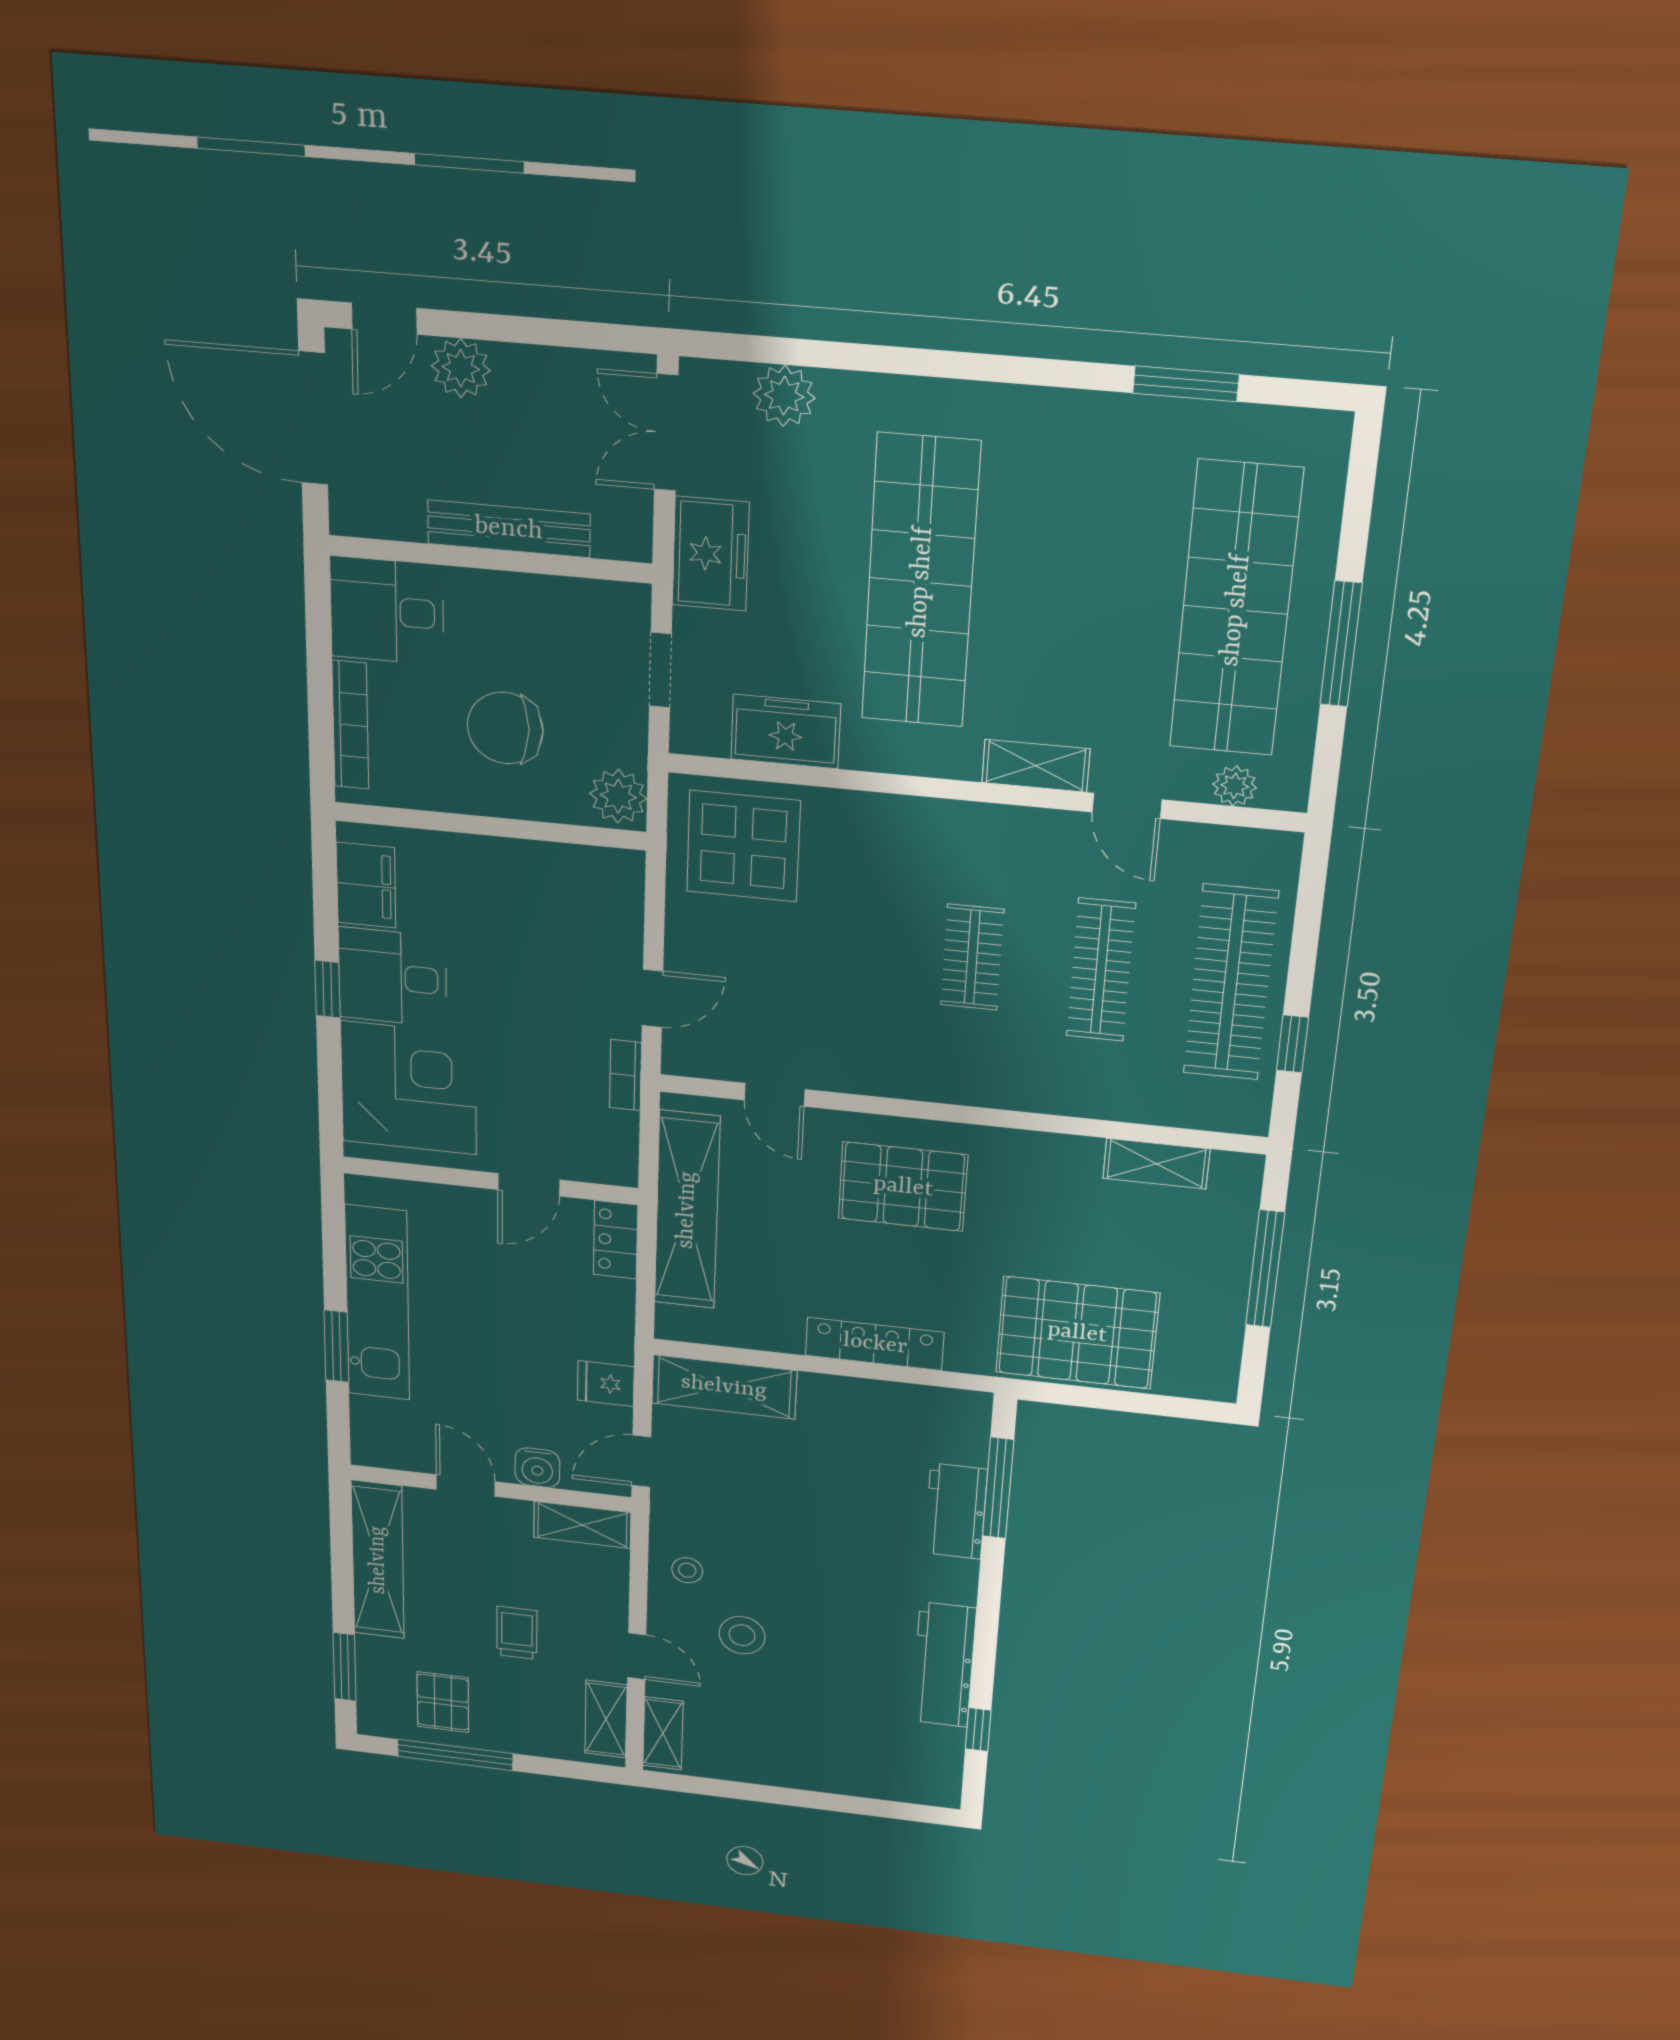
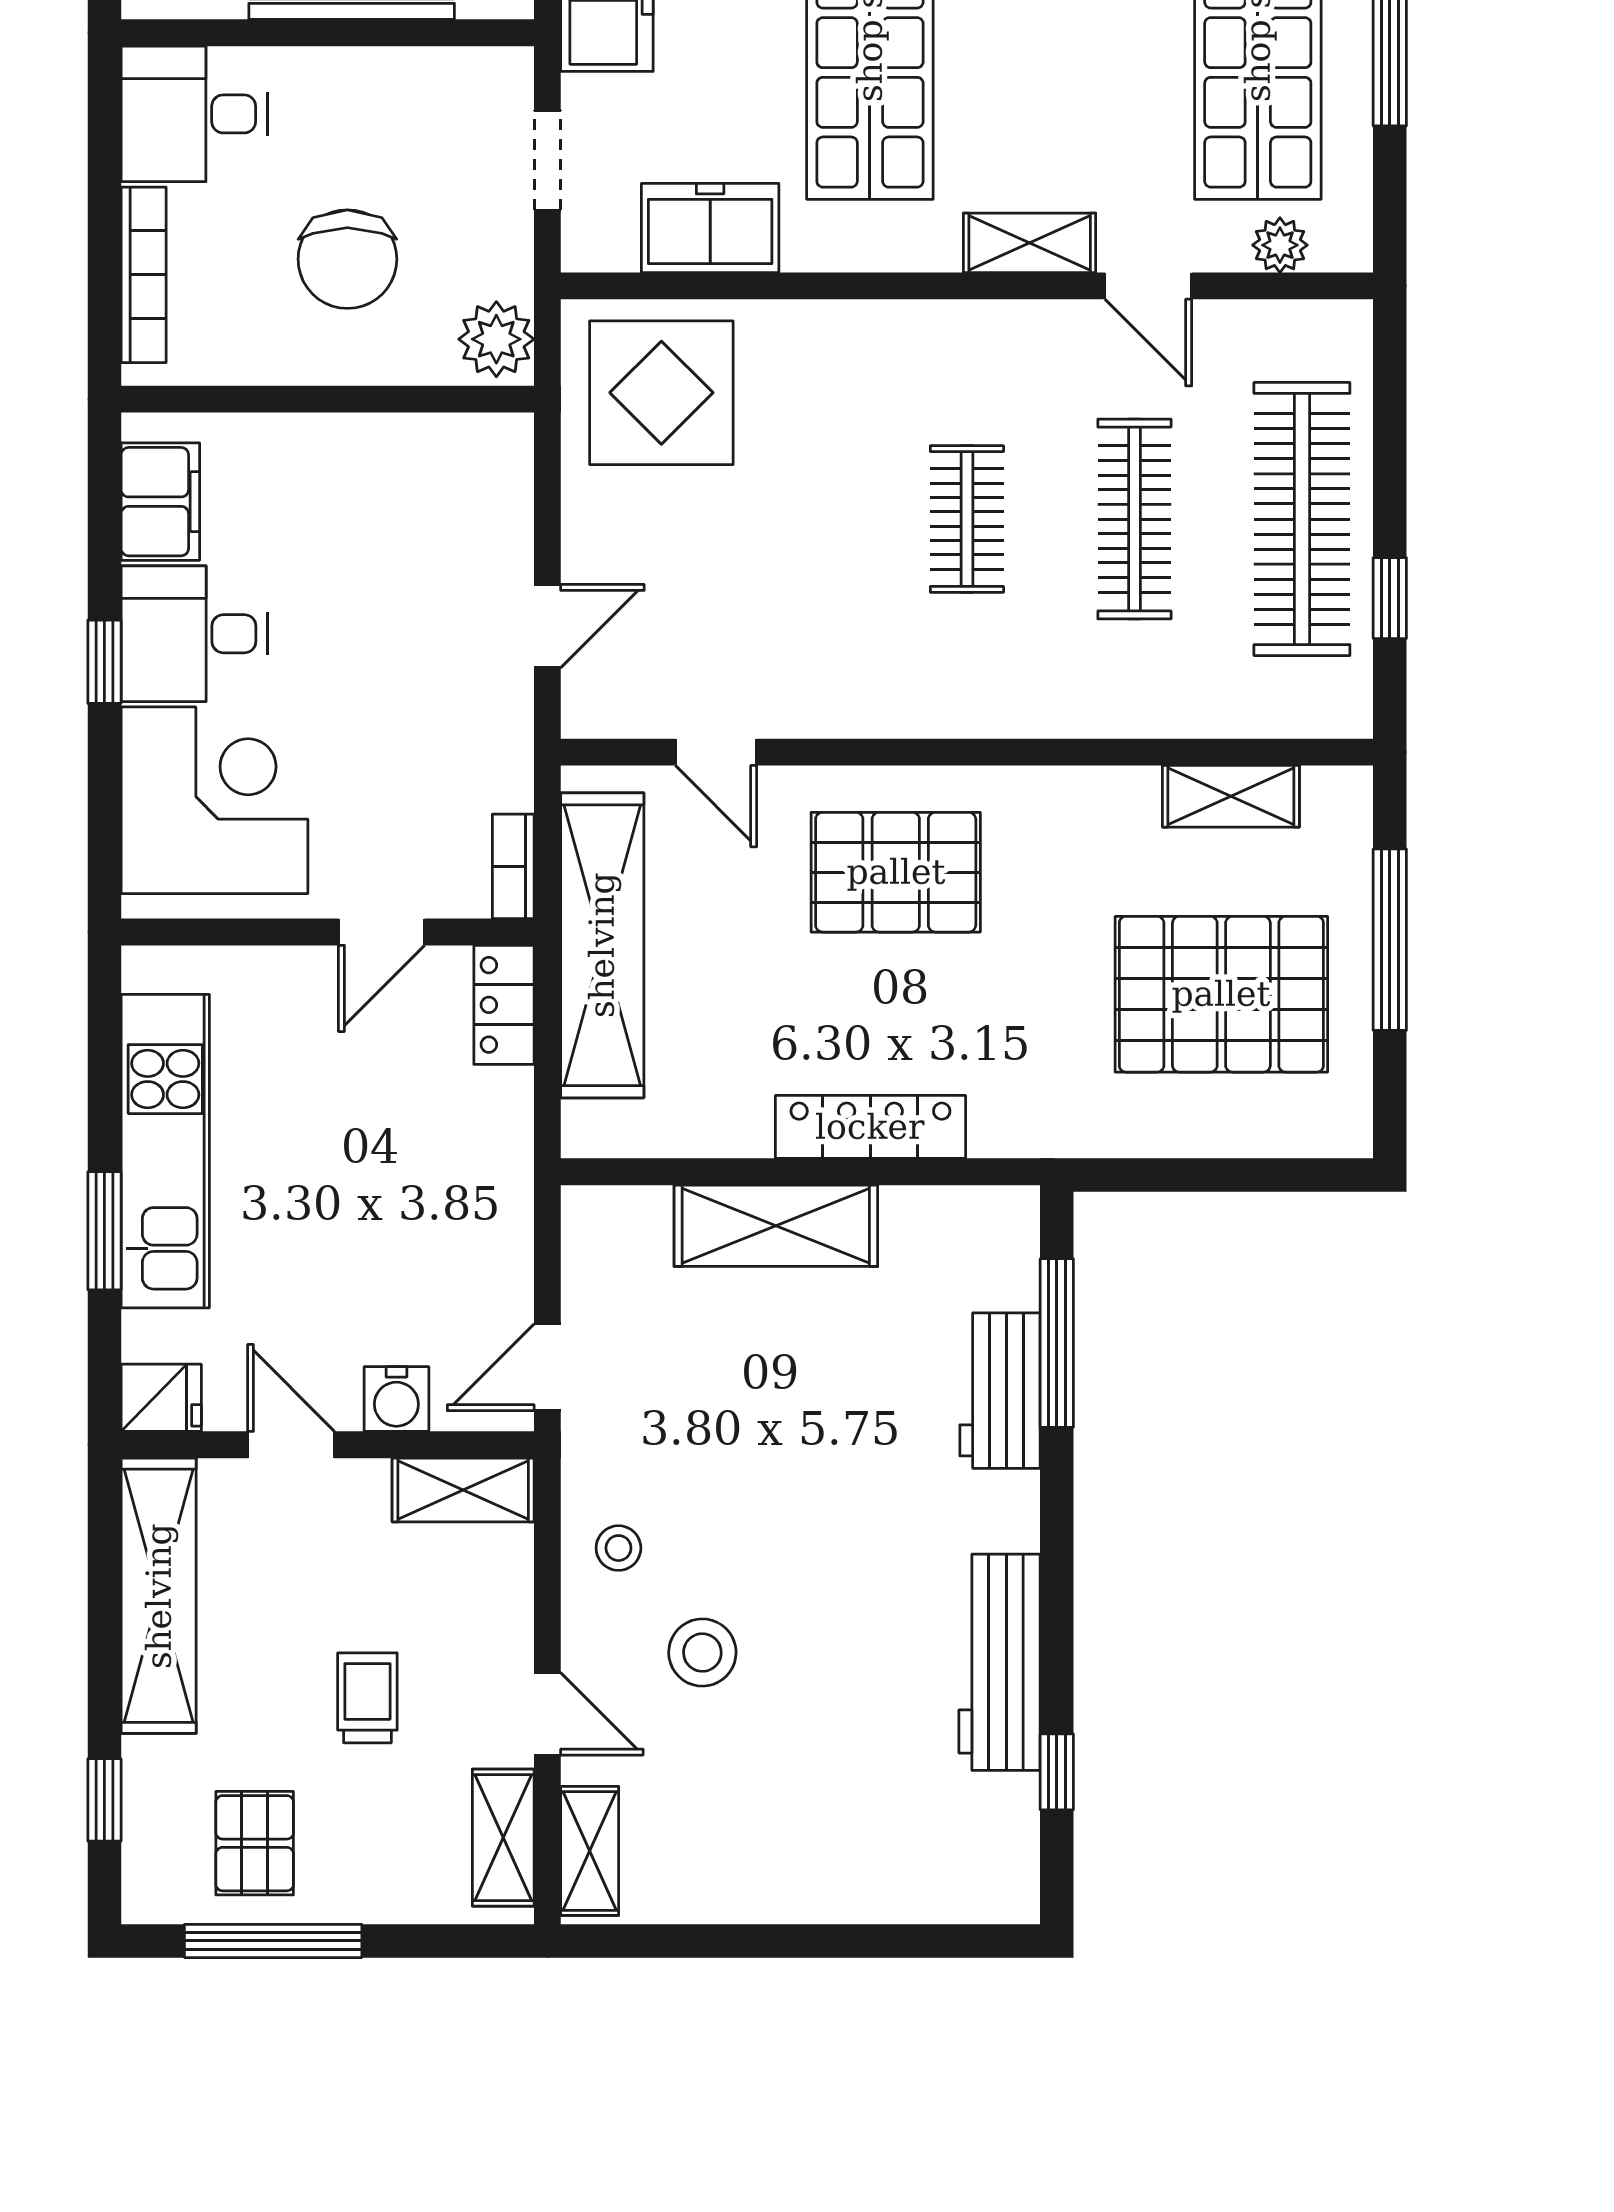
chair: (505, 728) -> (347, 259), turned -90
bookcase: (626, 1075) -> (513, 866), moved
pallet: (1077, 1333) -> (1221, 994), moved
fridge: (606, 1383) -> (161, 1398), moved, turned 180
shelving: (724, 1387) -> (776, 1226), moved
window: (344, 1667) -> (104, 1800), width x0.67

